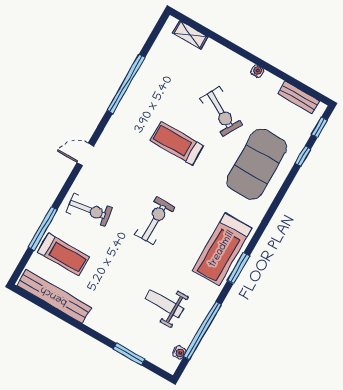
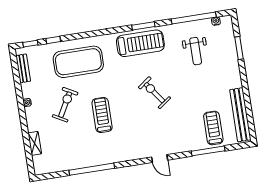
shelving: (190, 35) -> (35, 143), moved
treadmill: (177, 143) -> (102, 115), turned 180
door: (85, 154) -> (160, 159), moved
exercise bike: (89, 210) -> (177, 134), removed
exercise bike: (155, 221) -> (154, 93), turned 54

